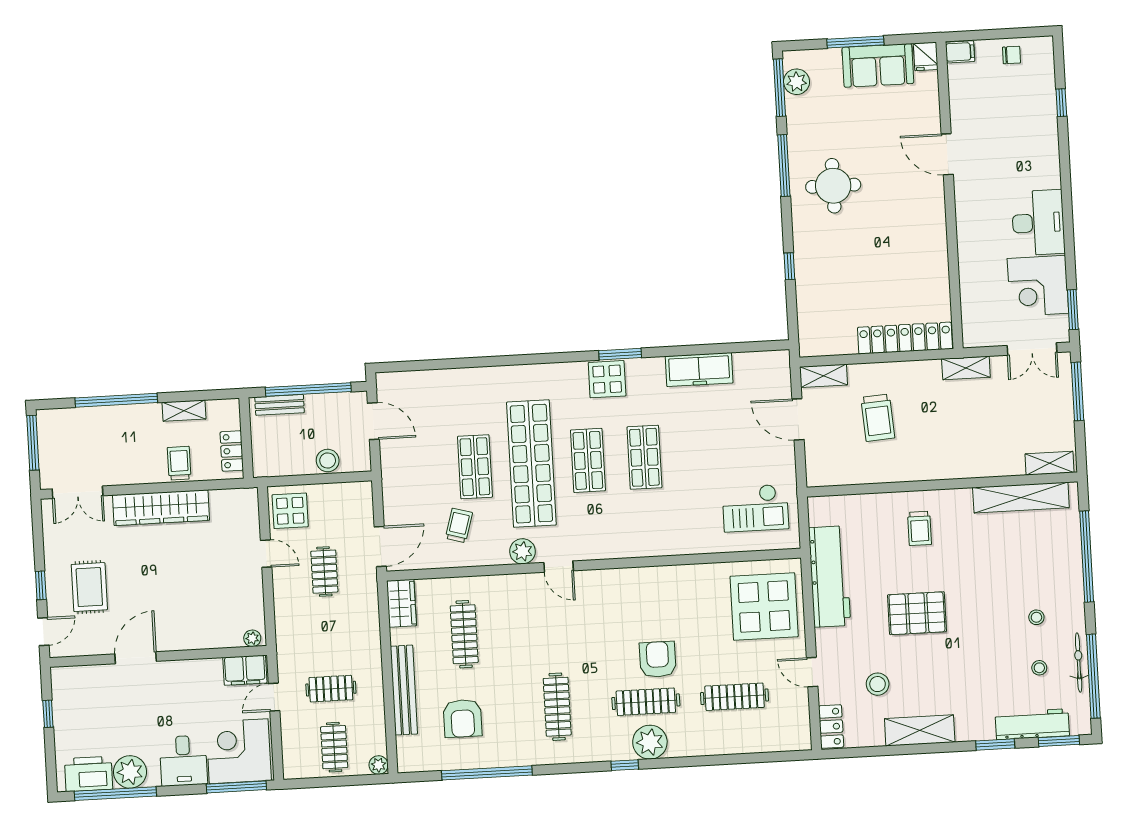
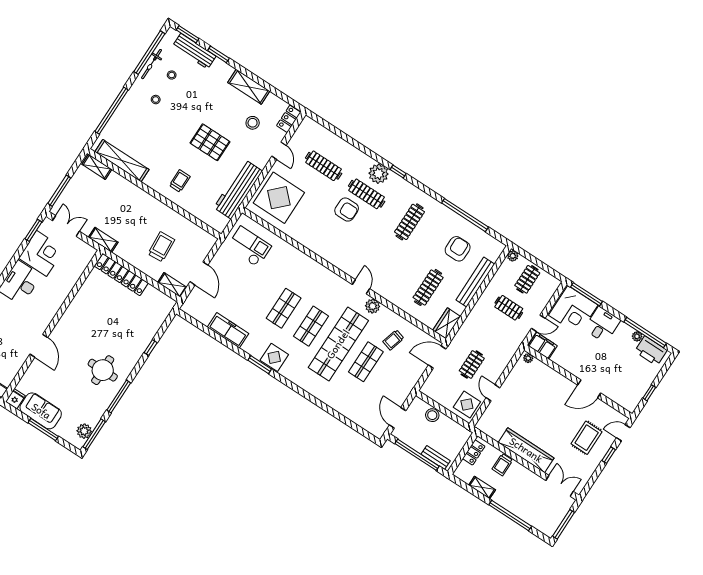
armchair: (658, 659) -> (347, 210), turned -90
plant: (130, 772) -> (637, 336), width x0.53, depth x0.53

